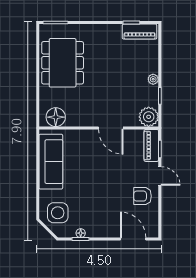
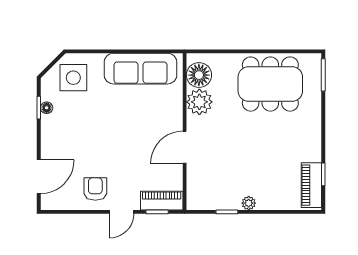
plant: (149, 117) -> (199, 102), moved

